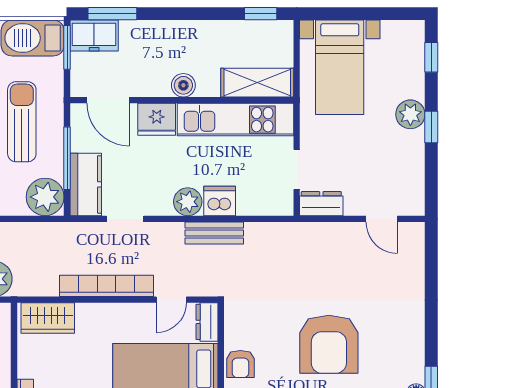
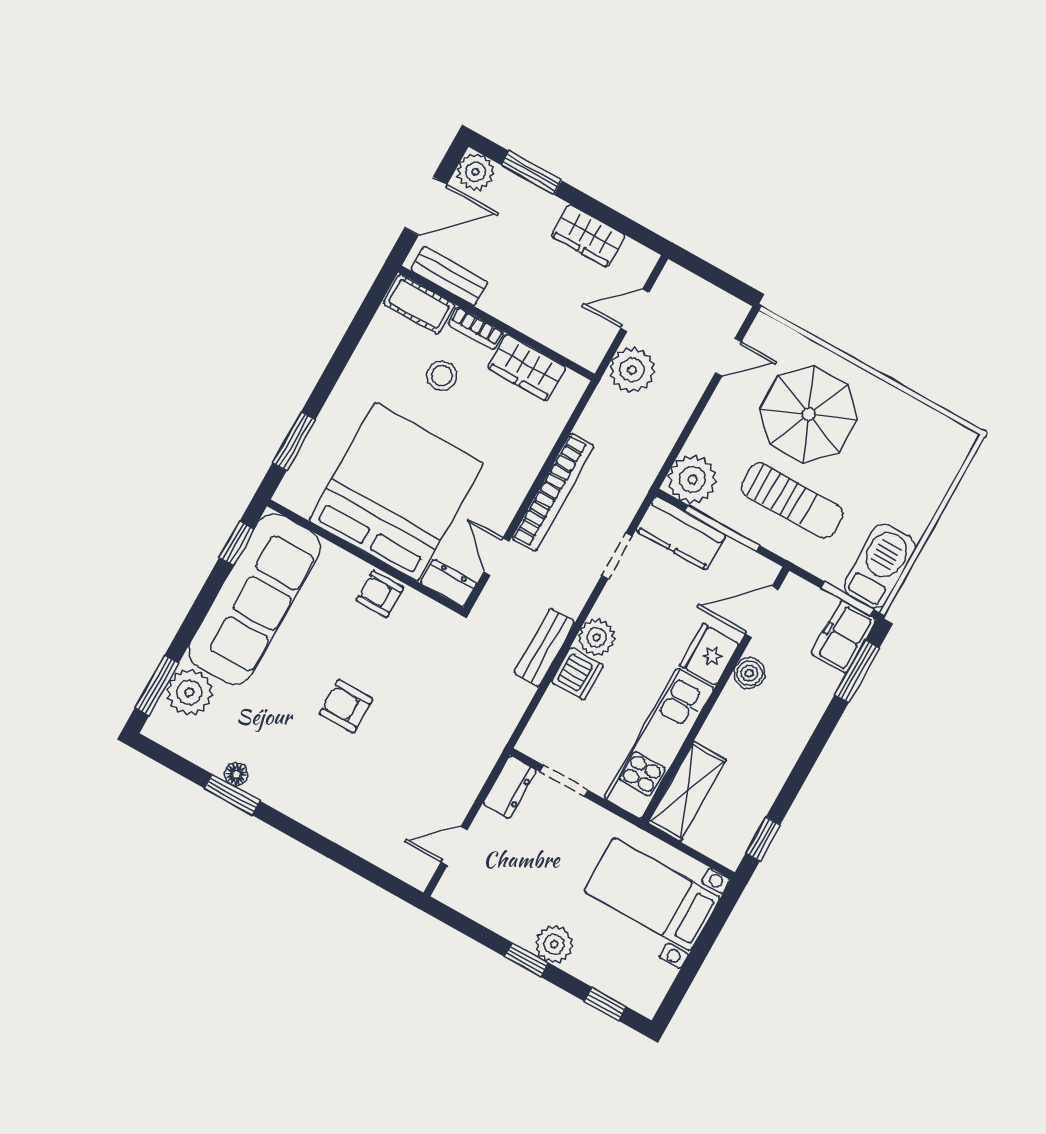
boiler: (183, 85) -> (749, 673), moved
wardrobe: (48, 318) -> (527, 367), moved, turned -90
armchair: (329, 344) -> (346, 706), width x0.53, depth x0.53

